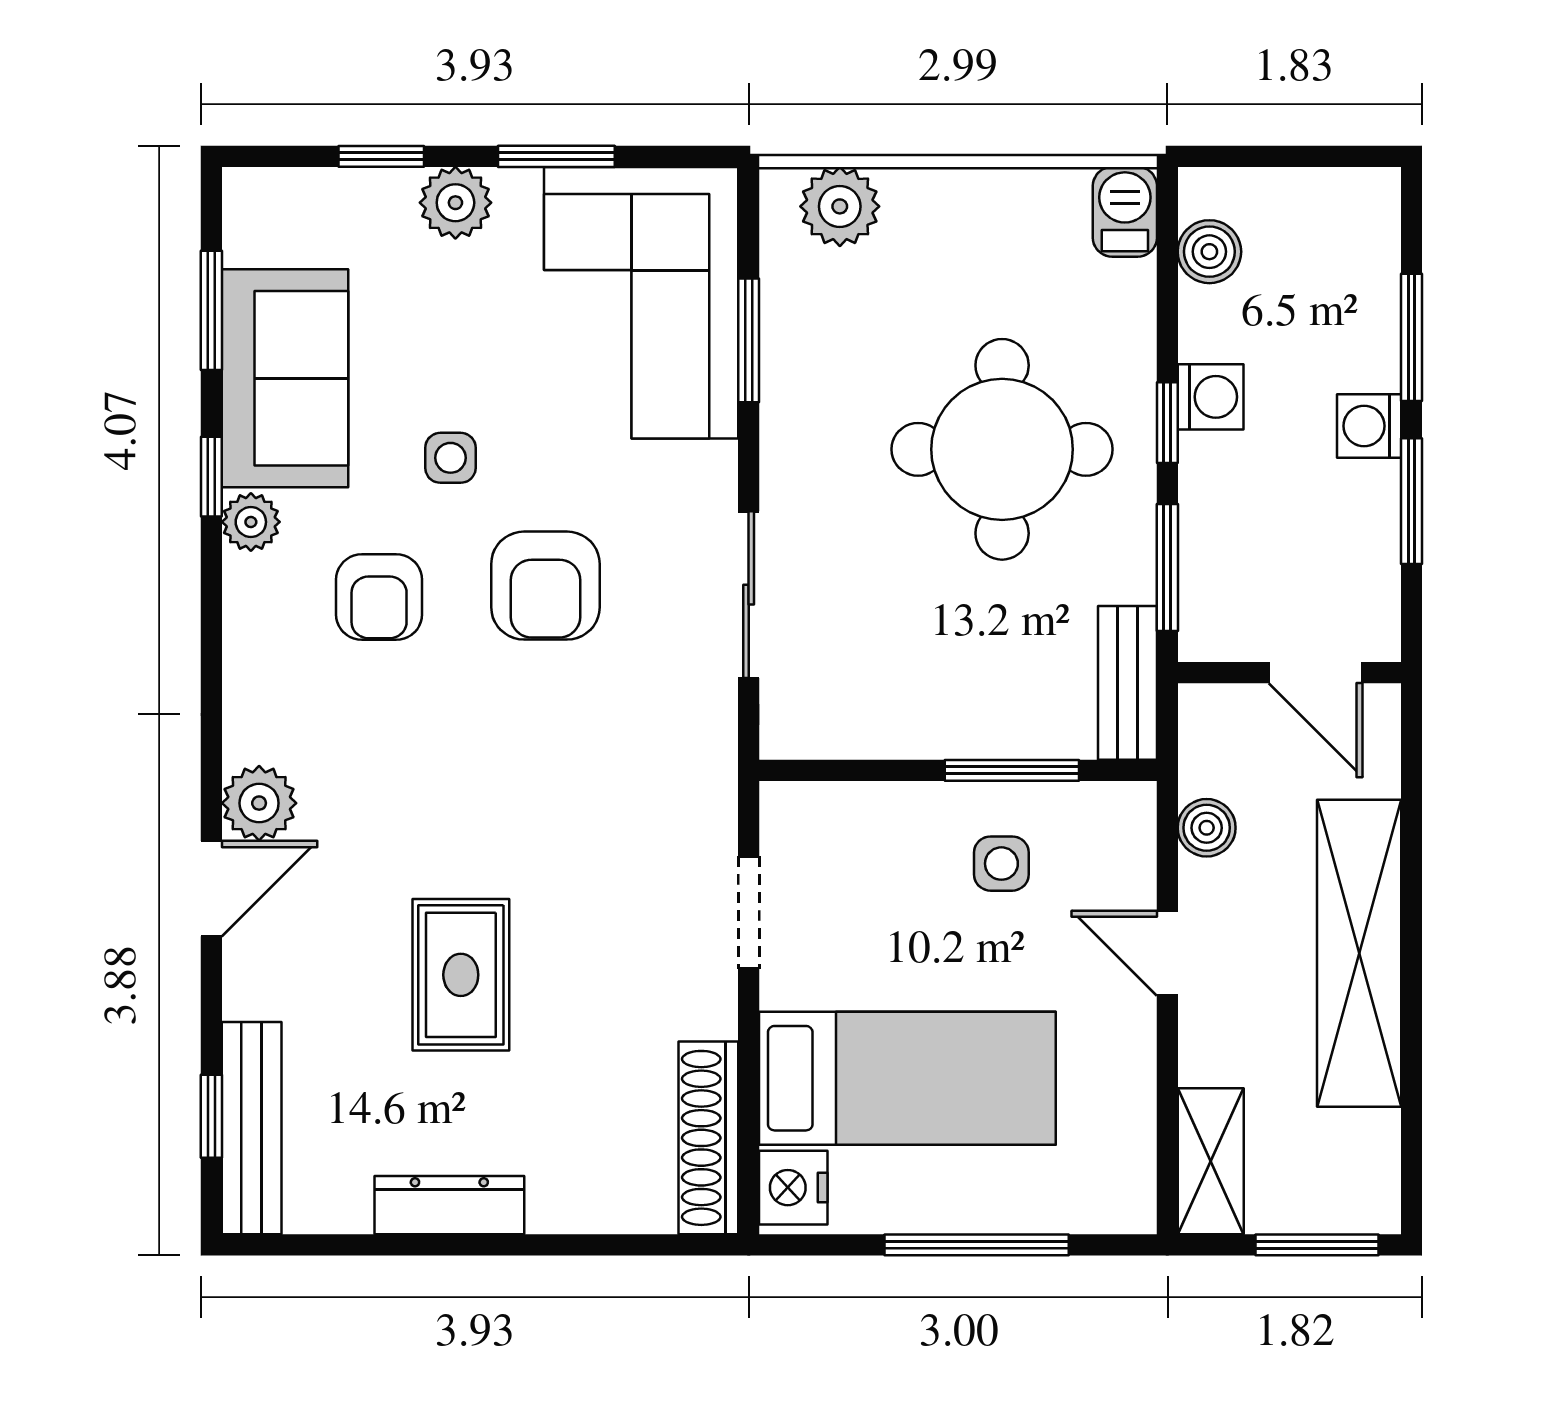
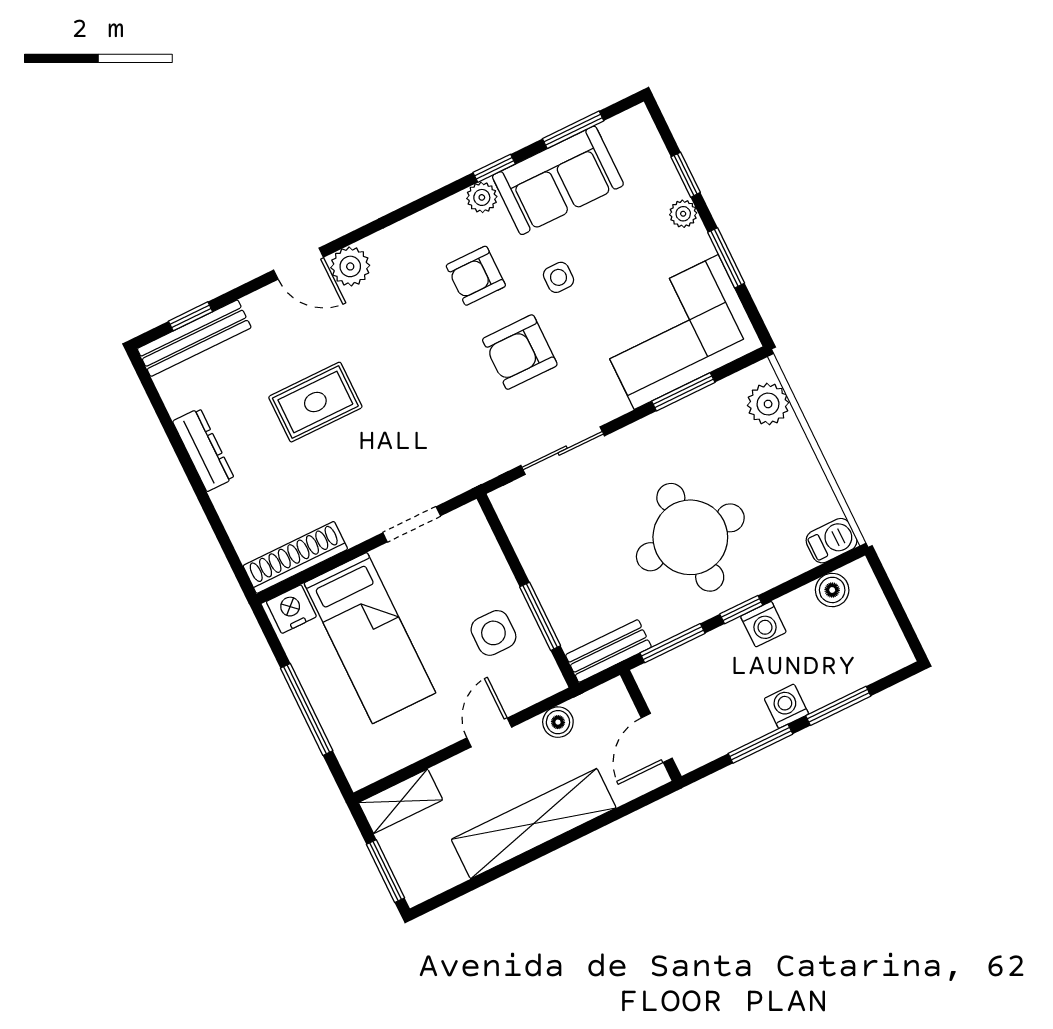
plant: (455, 203) -> (683, 214), width x0.73, depth x0.73
side table: (1001, 864) -> (493, 633), width x1.37, depth x1.37

